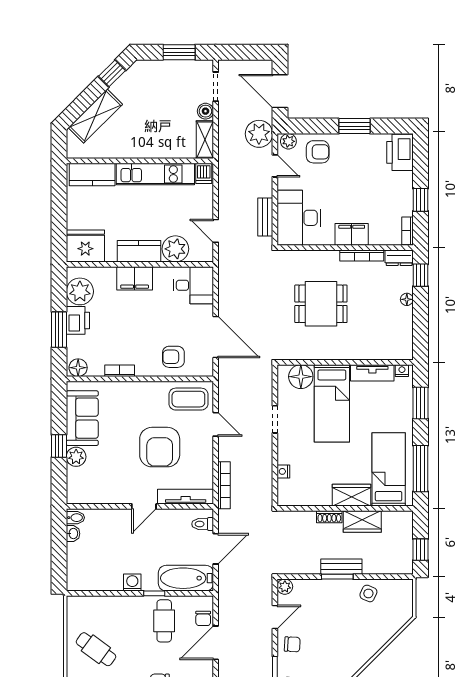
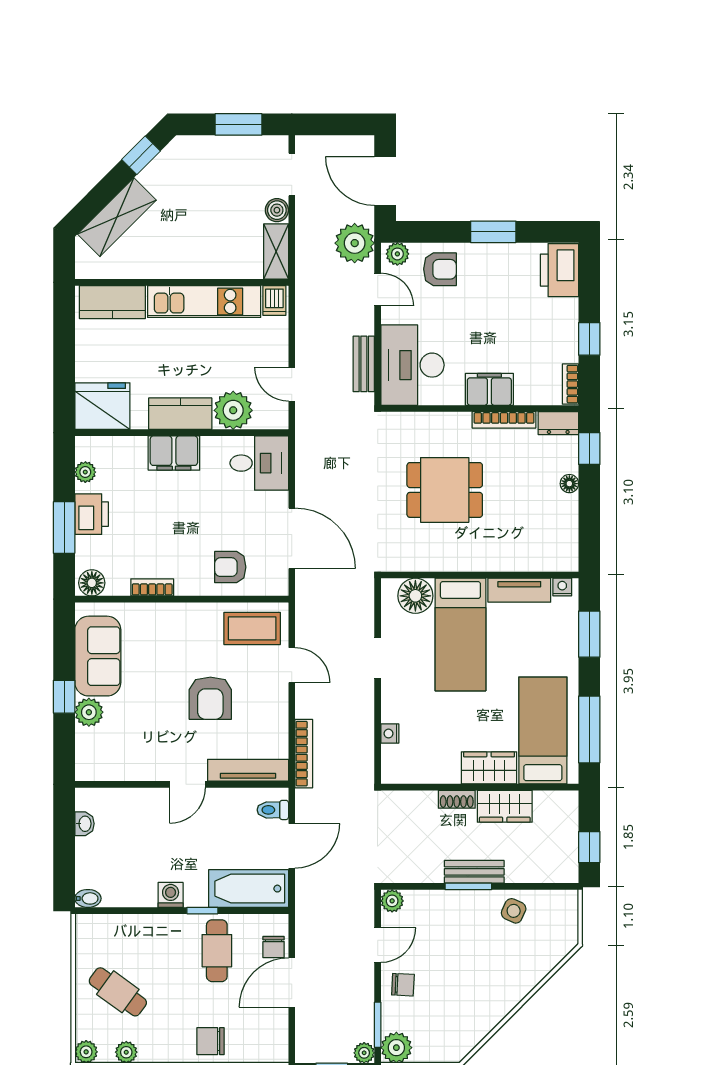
plant: (80, 291) -> (85, 472), width x0.53, depth x0.53
armchair: (160, 447) -> (210, 698), width x0.73, depth x0.73
bidet: (75, 518) -> (88, 898), moved

